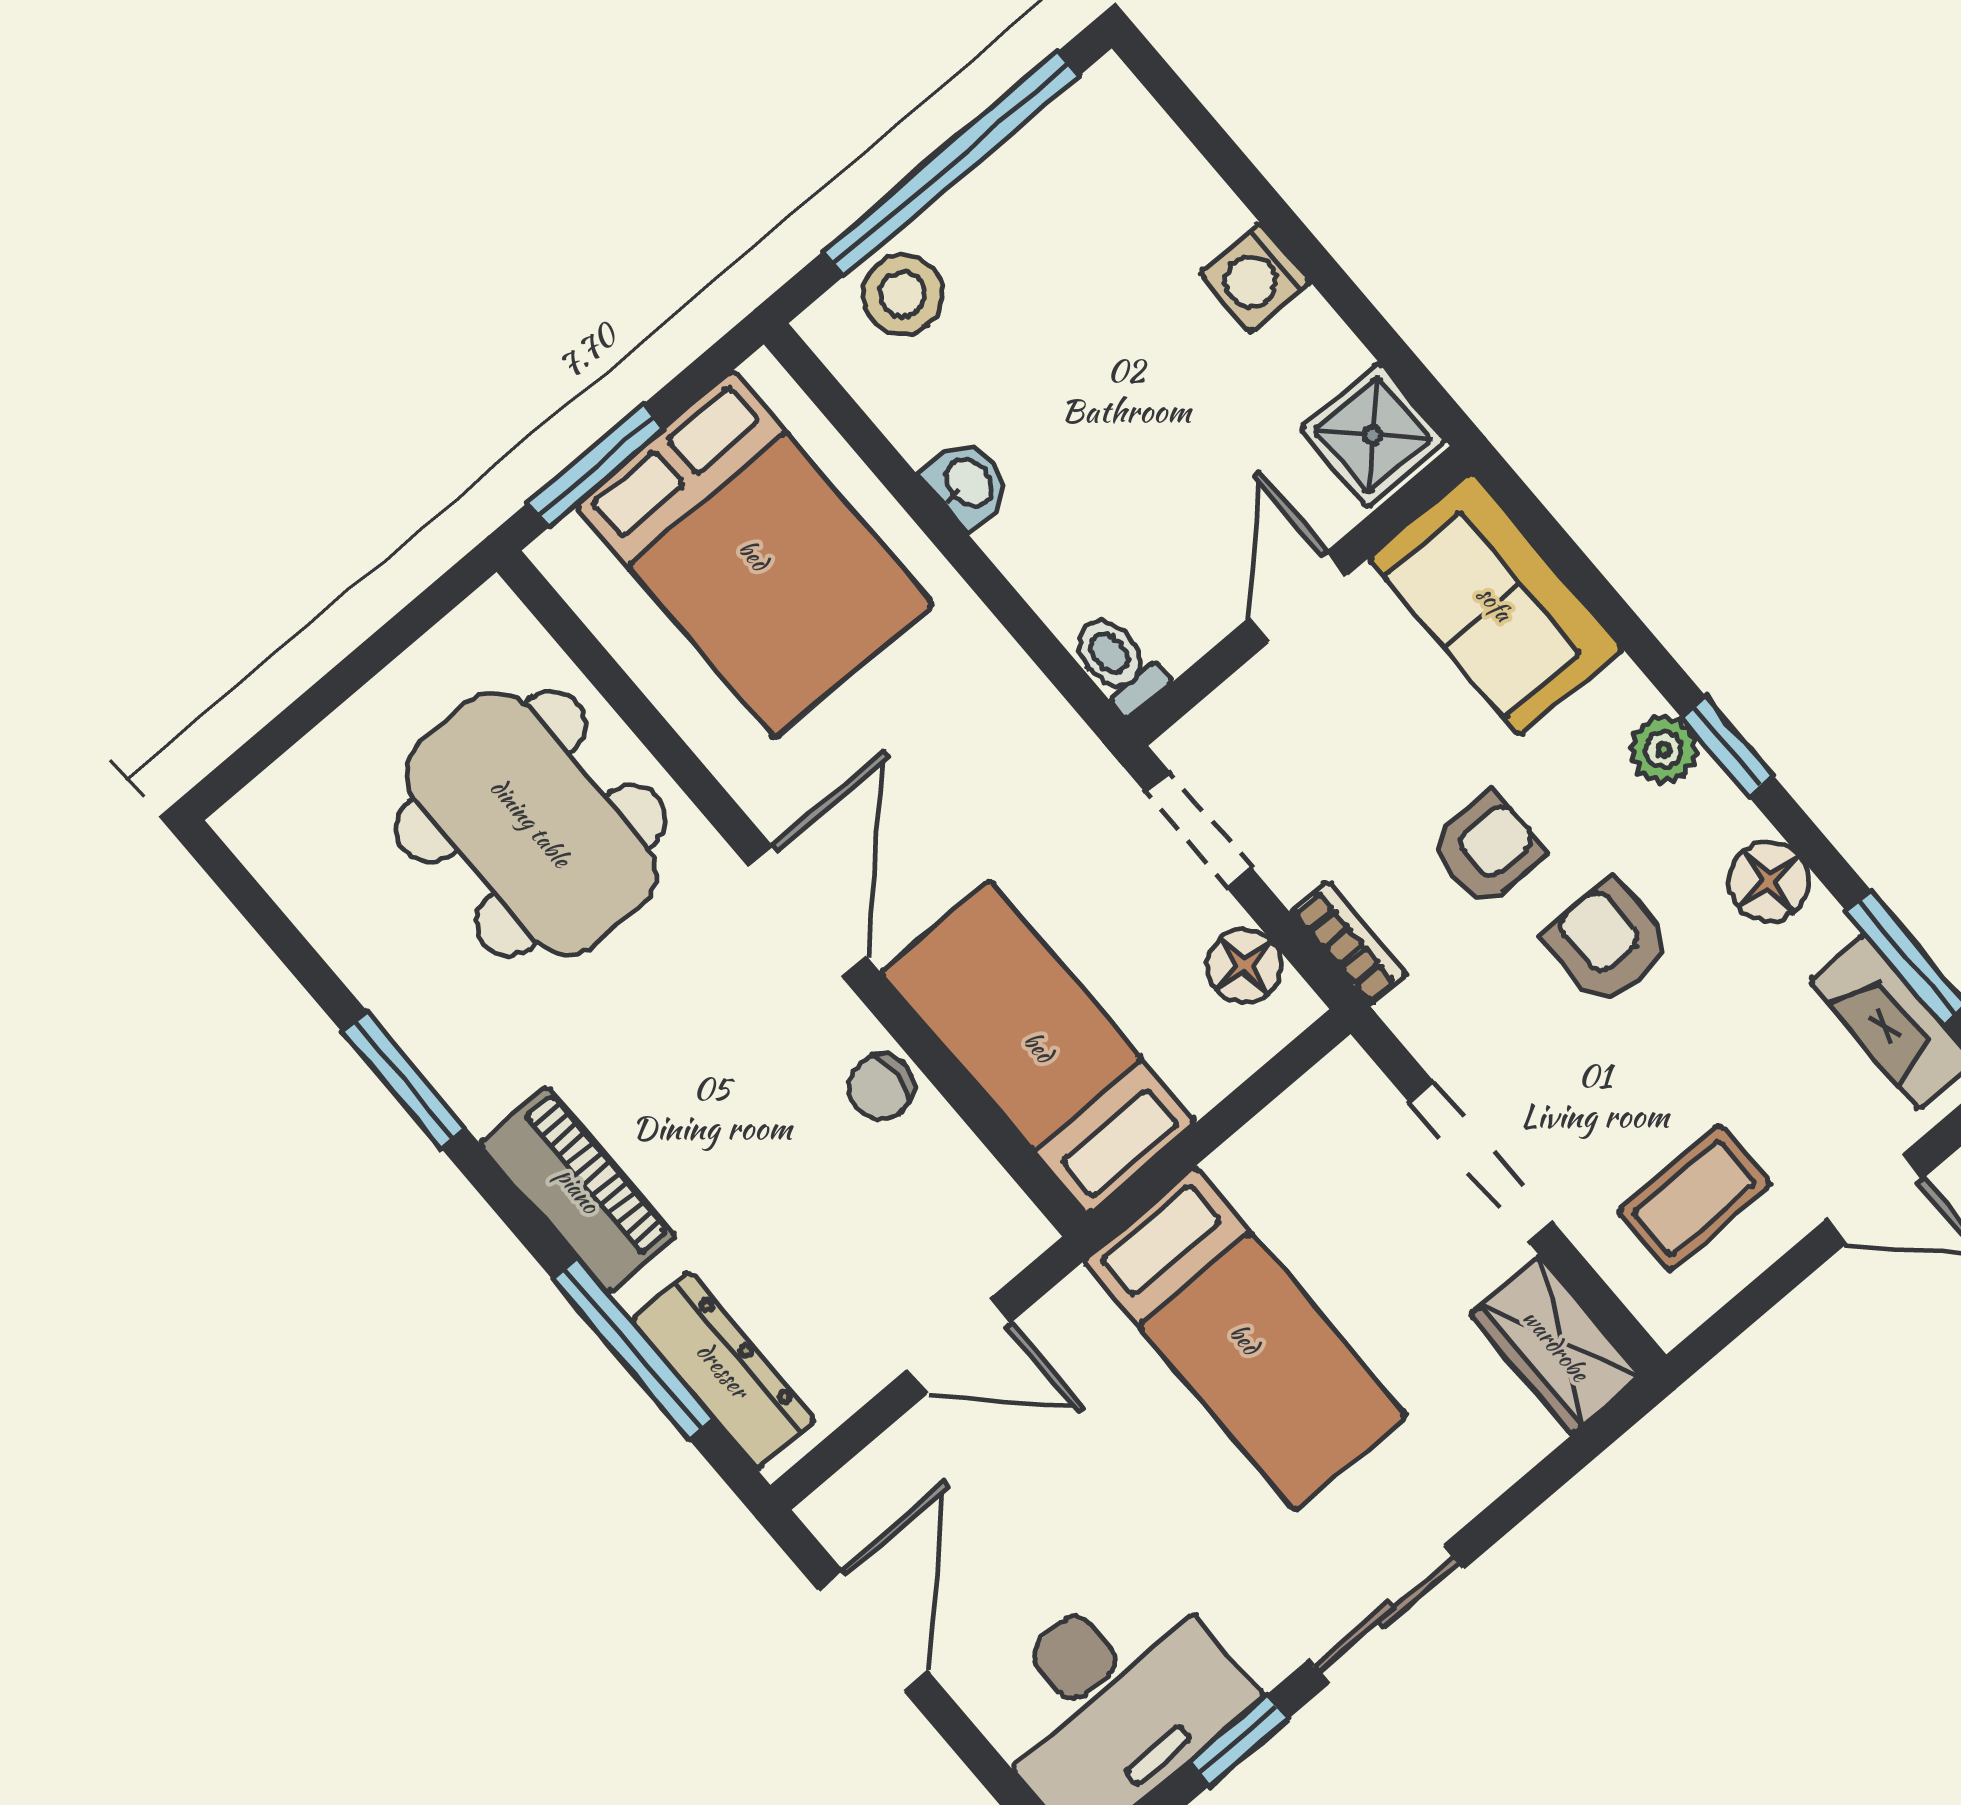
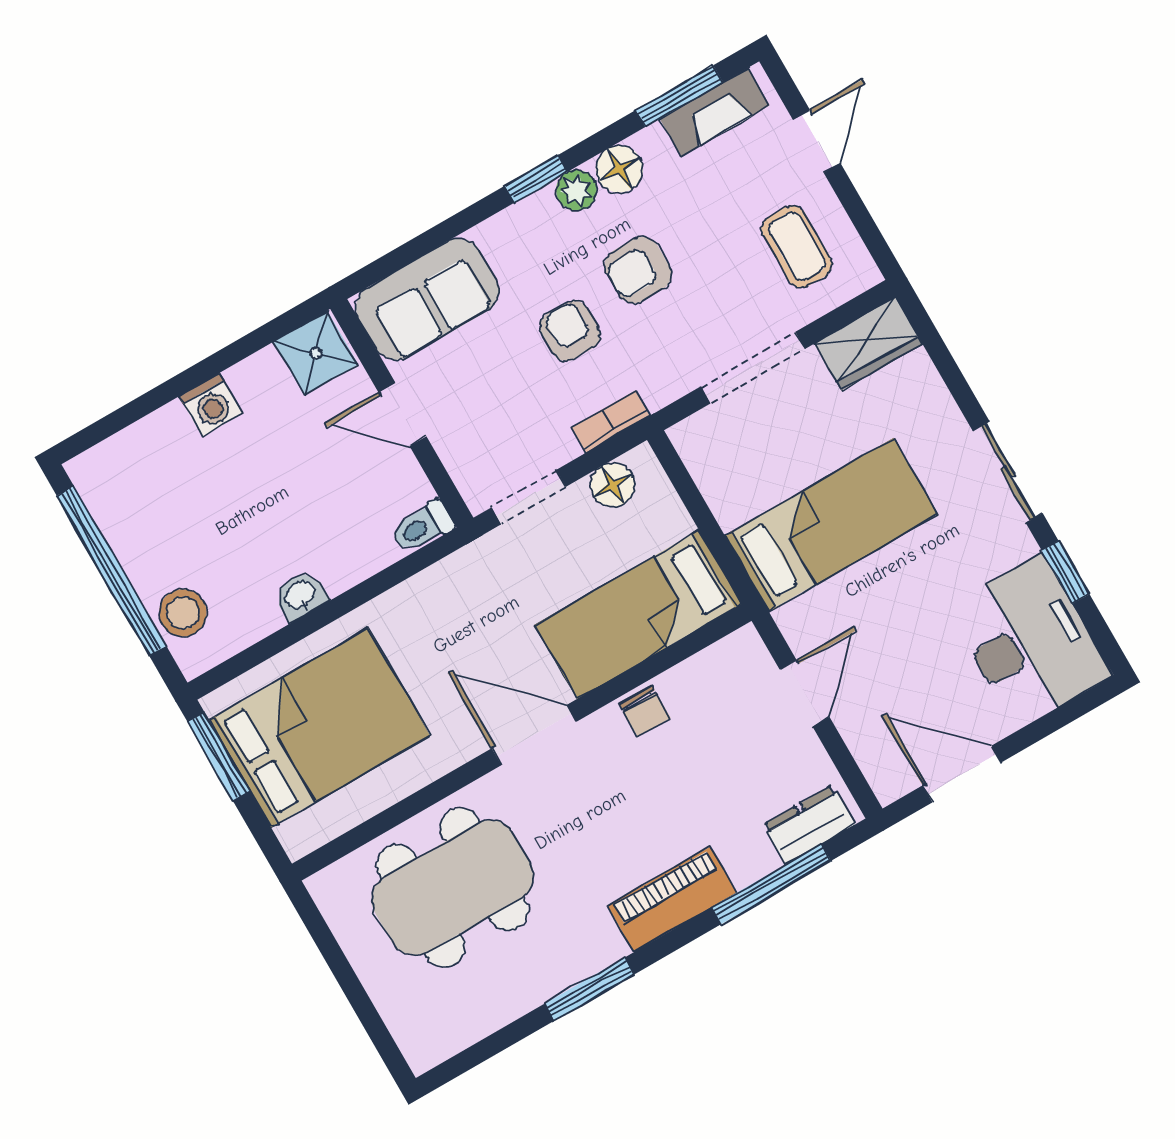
window: (596, 466) -> (219, 757), moved
plant: (1664, 749) -> (576, 190), moved
dresser: (723, 1370) -> (809, 825), width x0.70

